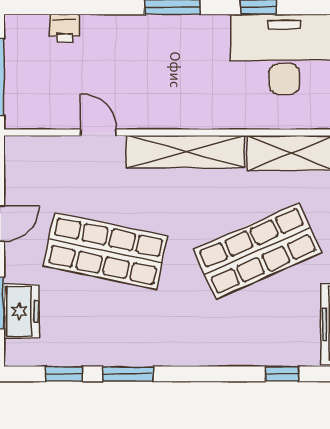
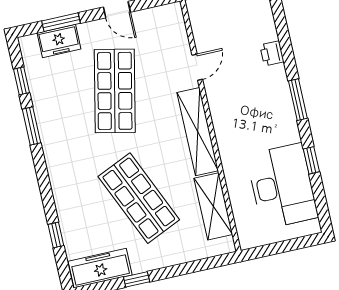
printer: (64, 28) -> (272, 53), moved

